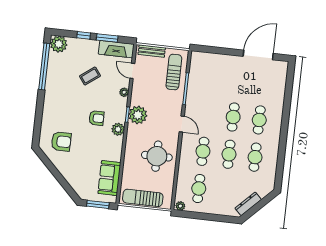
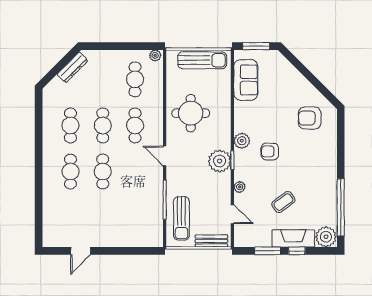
fireplace: (116, 49) -> (293, 239), moved
door: (258, 55) -> (81, 251), width x0.53

